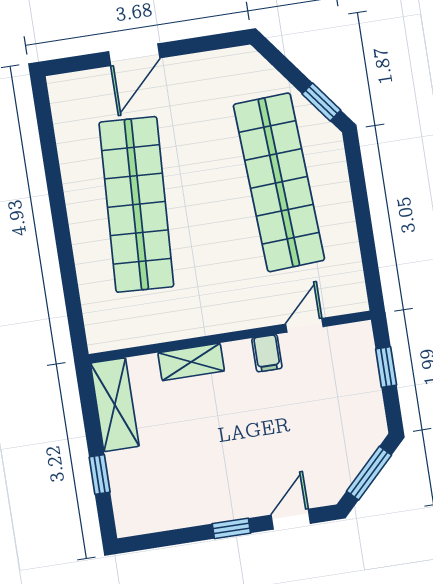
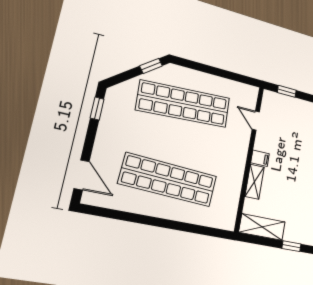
window: (210, 43) -> (97, 109), added
door: (134, 55) -> (82, 175), moved
filing cabinet: (267, 353) -> (260, 158), moved

